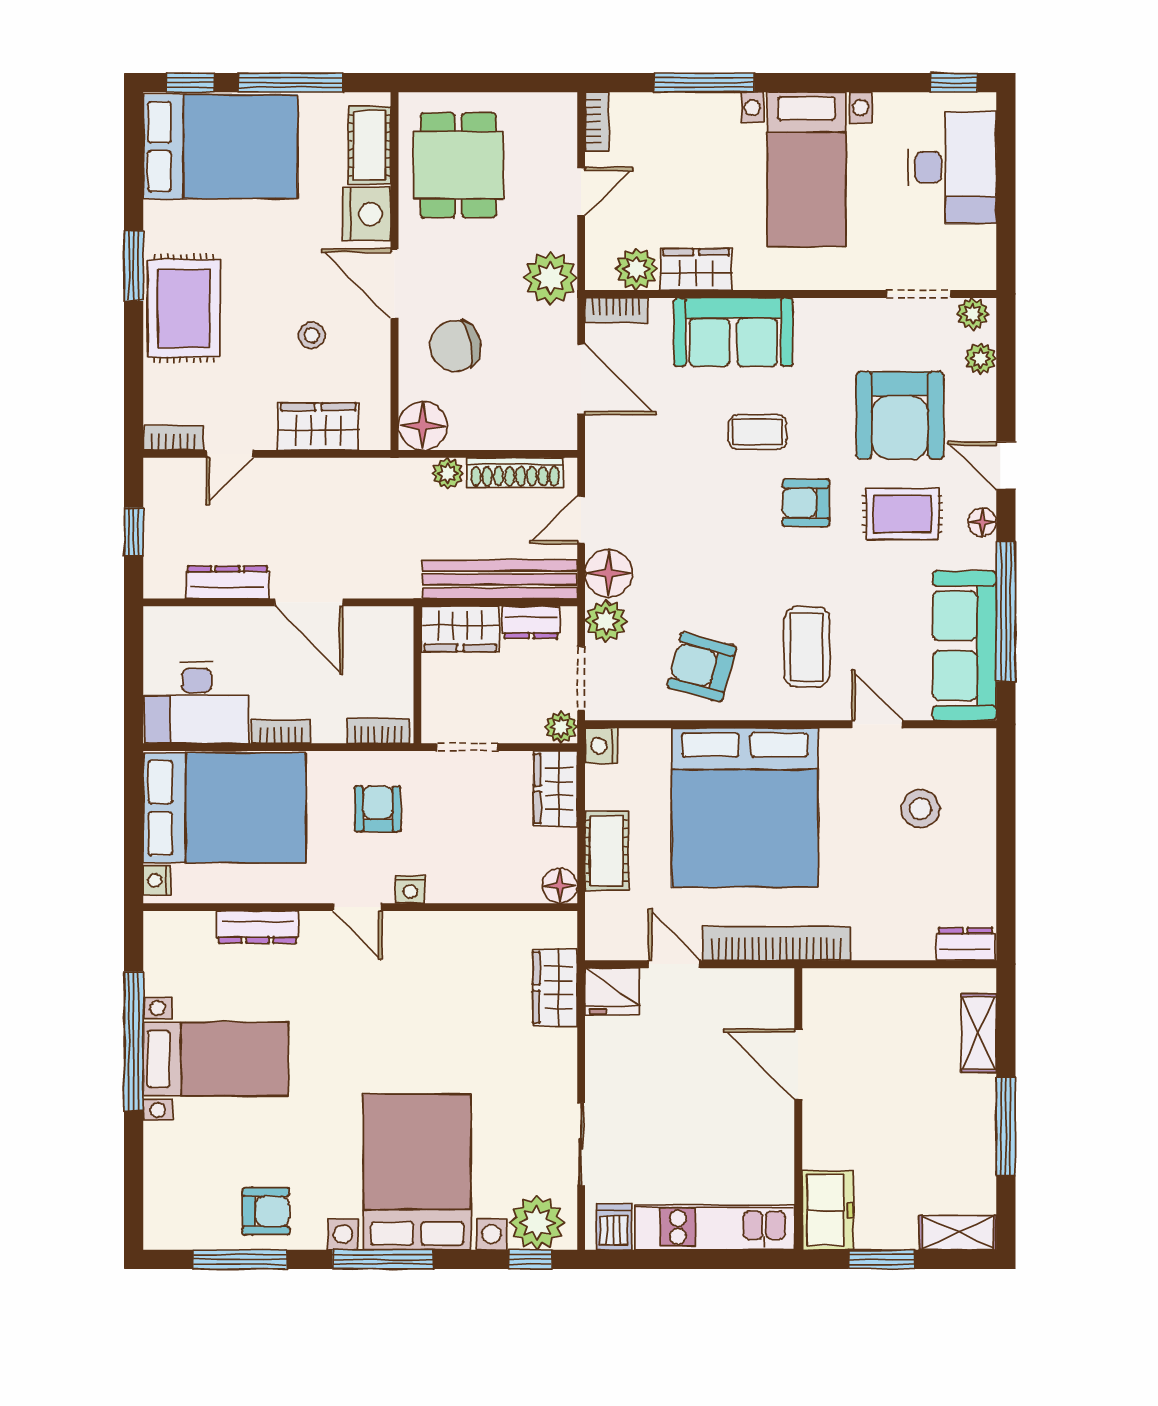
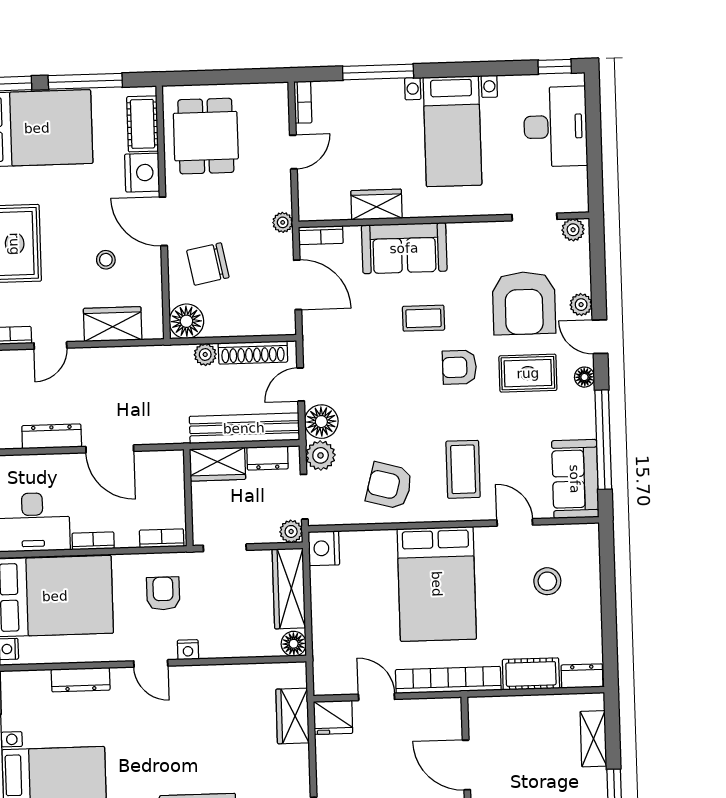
plant: (636, 269) -> (334, 206), removed
plant: (550, 278) -> (283, 222), width x0.53, depth x0.53
plant: (980, 359) -> (581, 305), moved
sofa: (964, 646) -> (575, 479), width x0.73
nightstand: (601, 746) -> (324, 548), width x1.36, depth x1.33
wardrobe: (555, 789) -> (289, 588), width x1.50
bed: (745, 808) -> (437, 584), width x0.73
cot: (607, 851) -> (531, 674), moved, turned 90

